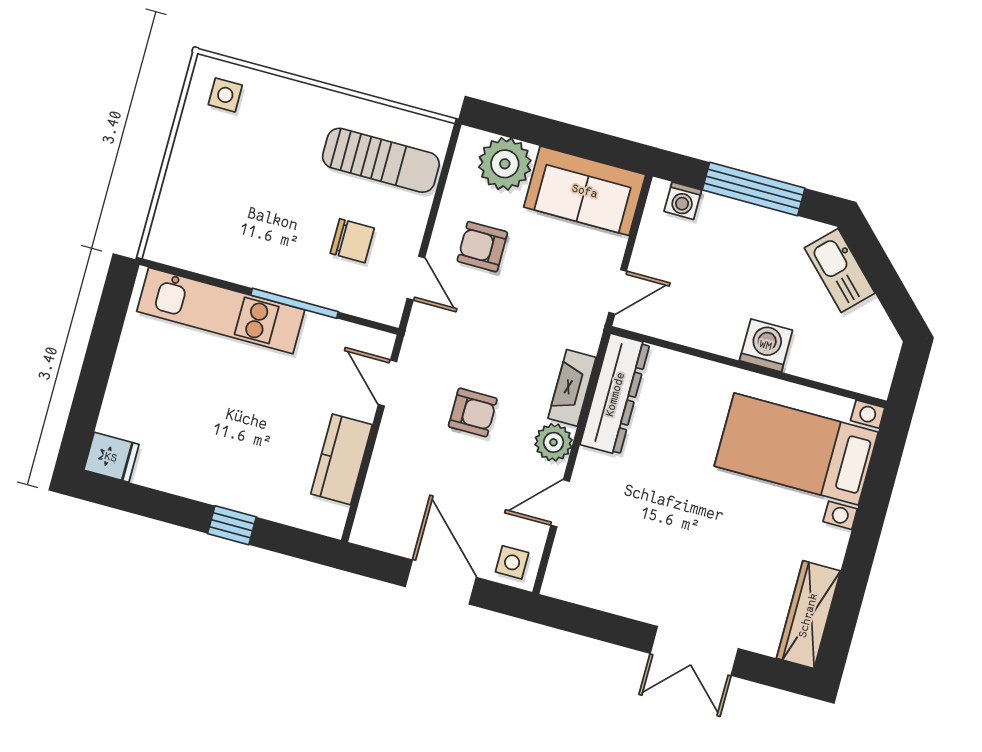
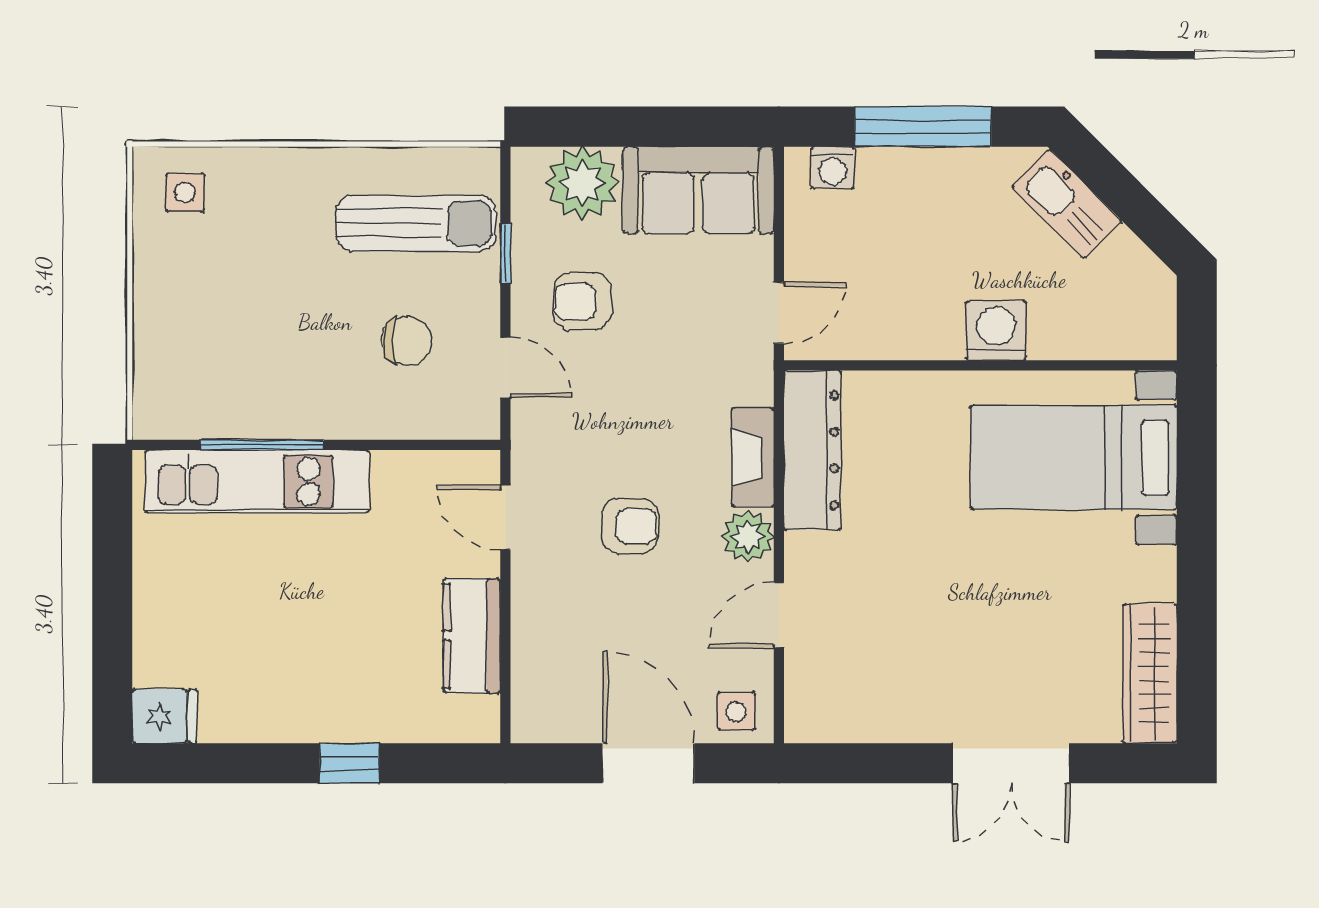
window: (438, 198) -> (505, 254), added
window: (294, 303) -> (262, 445), moved

